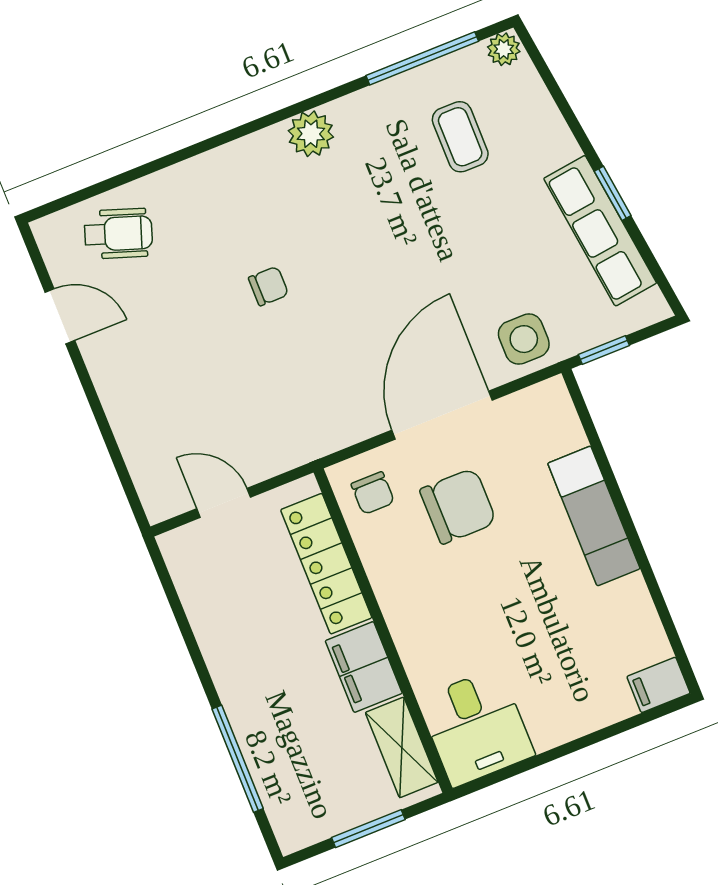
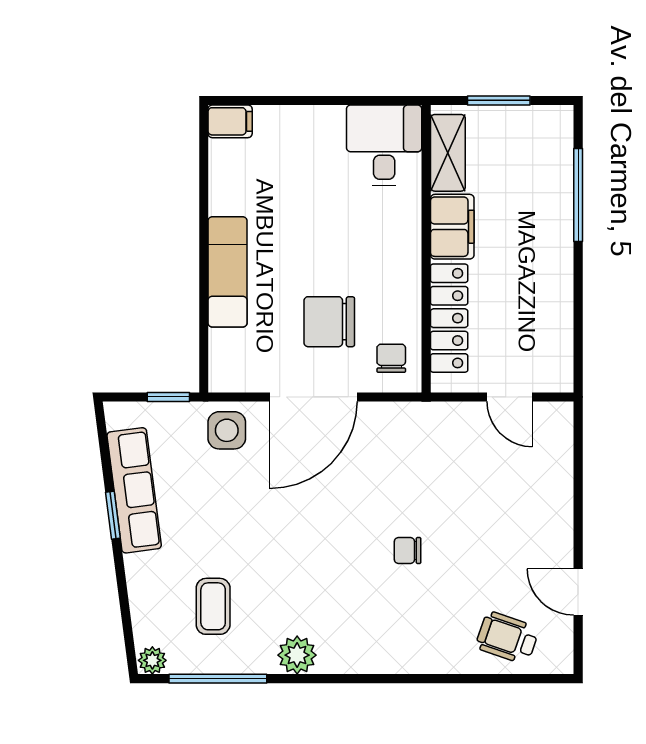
plant: (311, 134) -> (297, 655), moved

